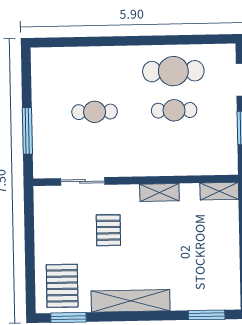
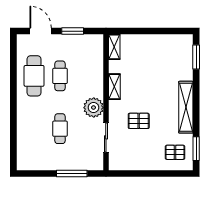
plant: (127, 162) -> (94, 108), added
pallet: (62, 286) -> (175, 152), width x0.67, depth x0.71

